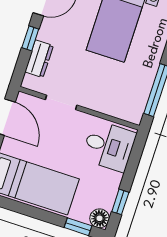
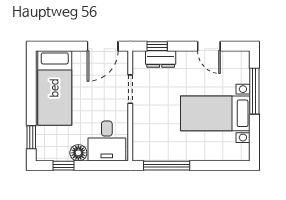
window: (30, 38) -> (157, 46), moved
floor lamp: (100, 218) -> (78, 153), moved

